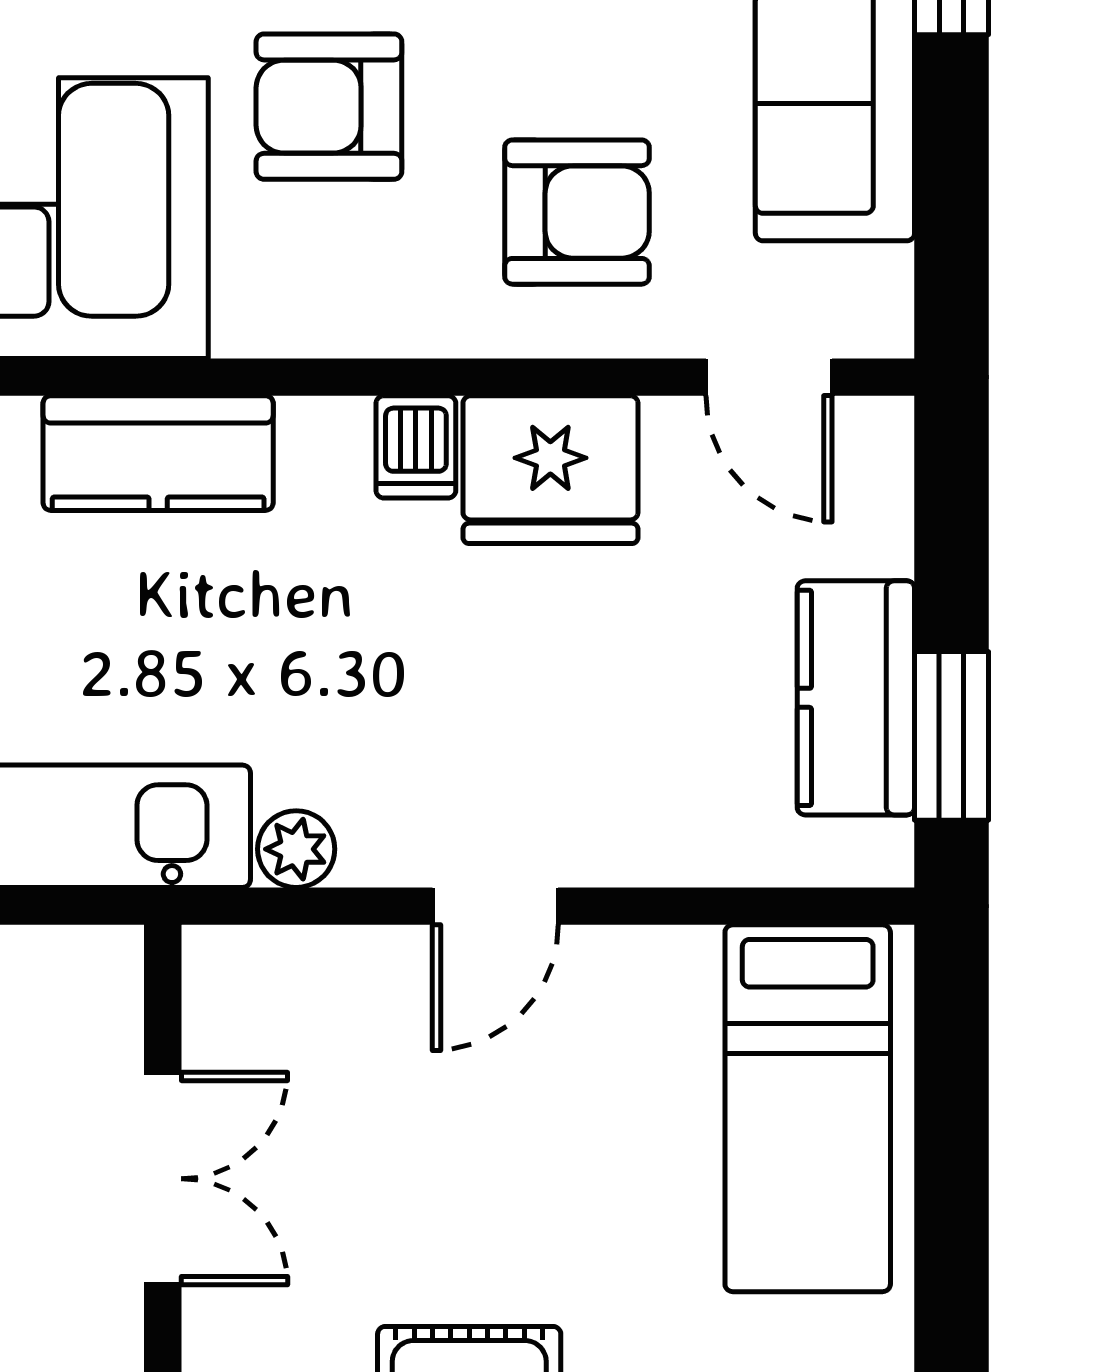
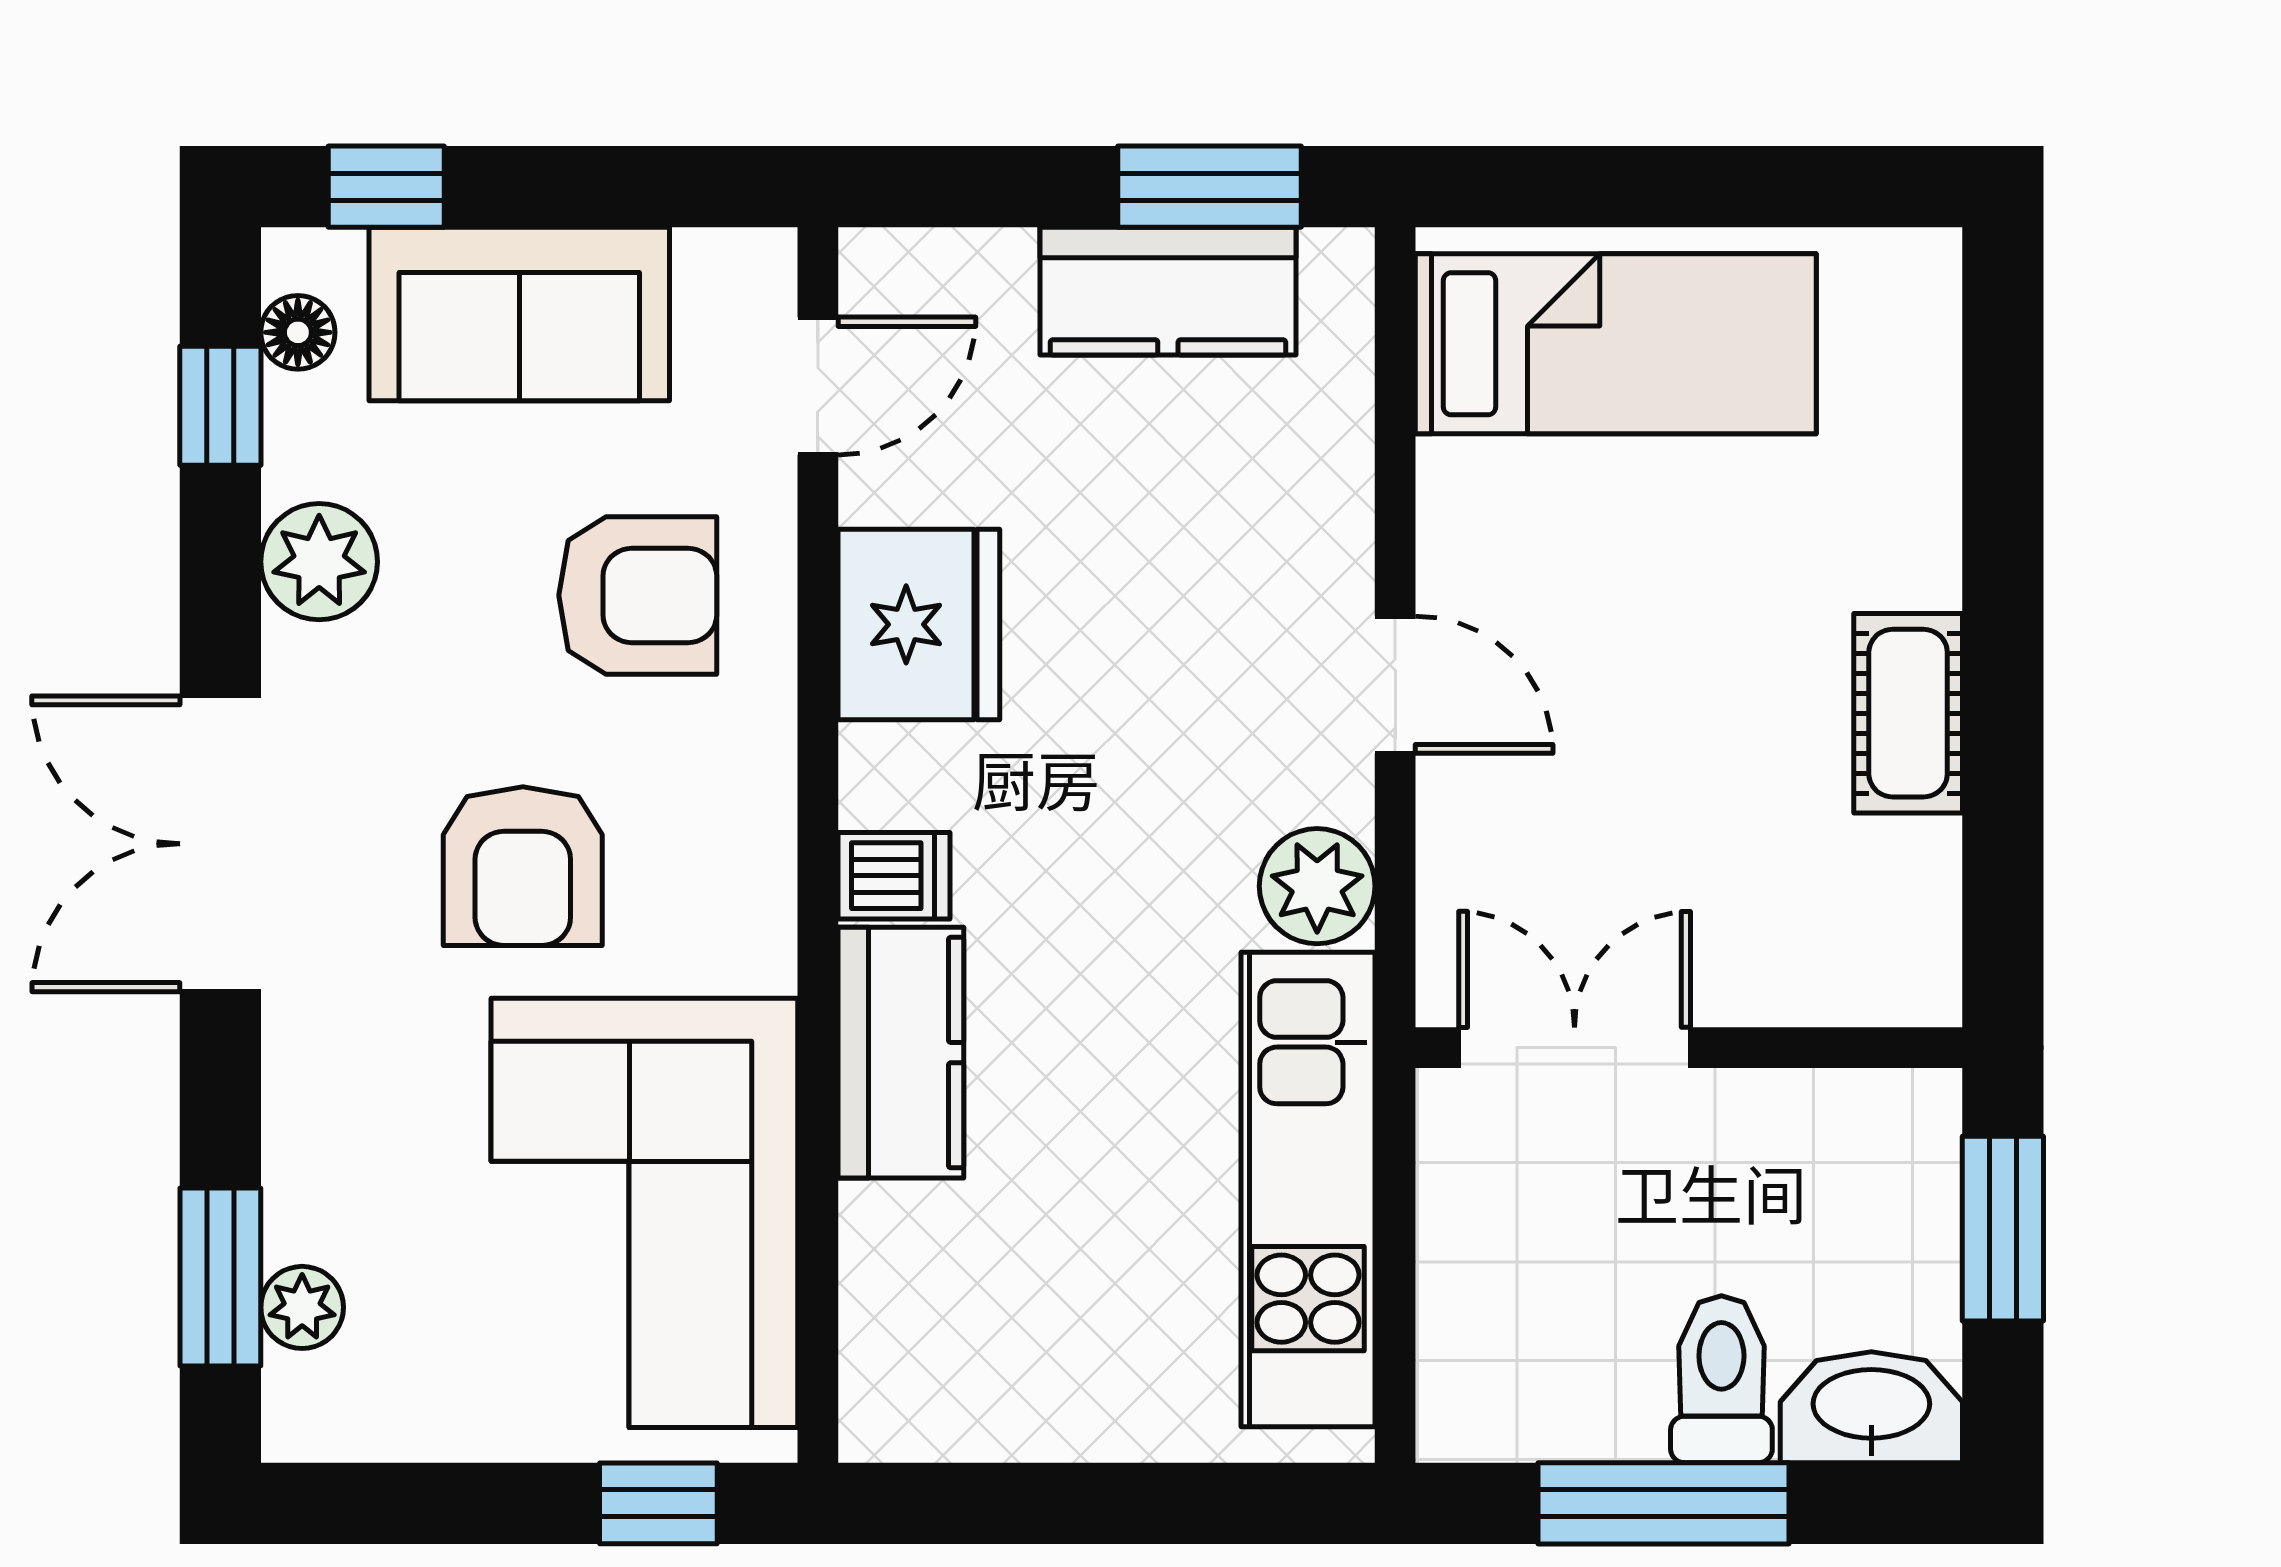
armchair: (577, 212) -> (638, 595), turned 90
dishwasher: (416, 447) -> (894, 876), moved
plant: (296, 849) -> (1317, 886), width x1.38, depth x1.38
double door: (163, 1179) -> (1575, 1048), moved

